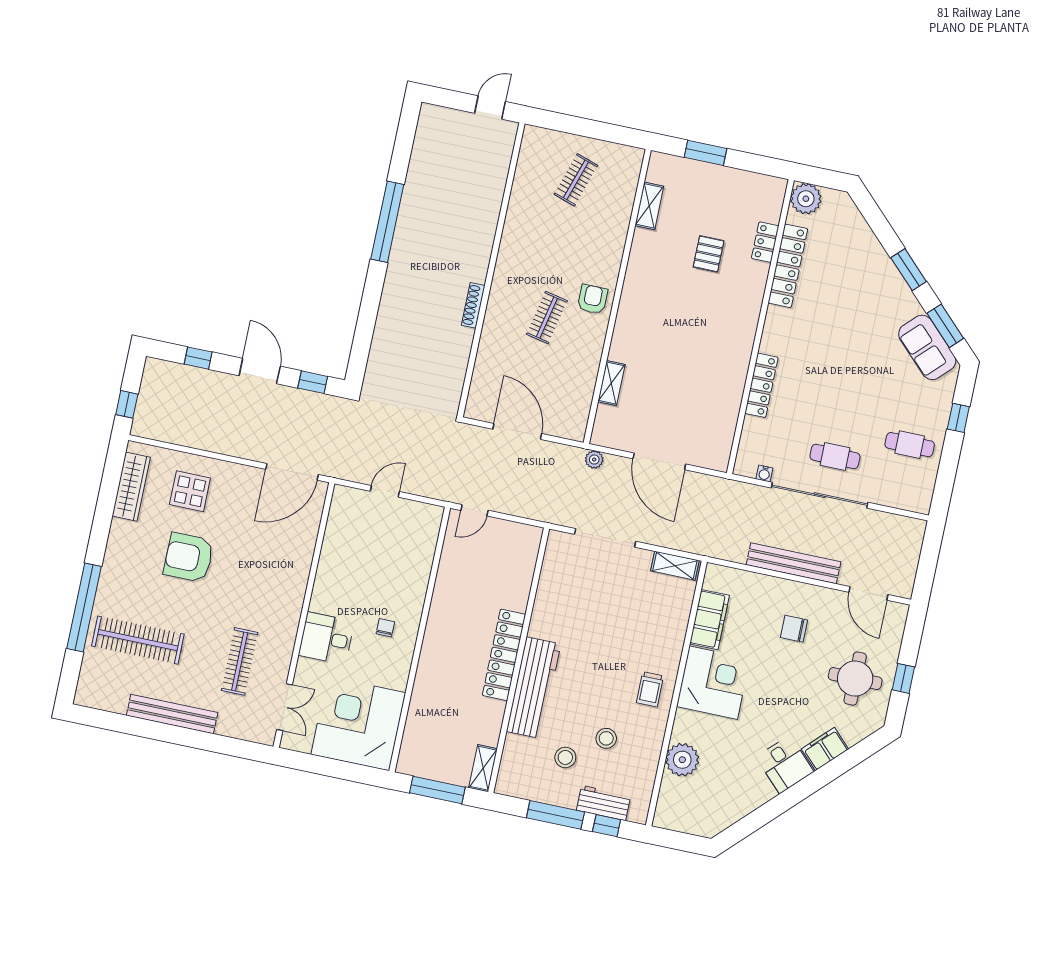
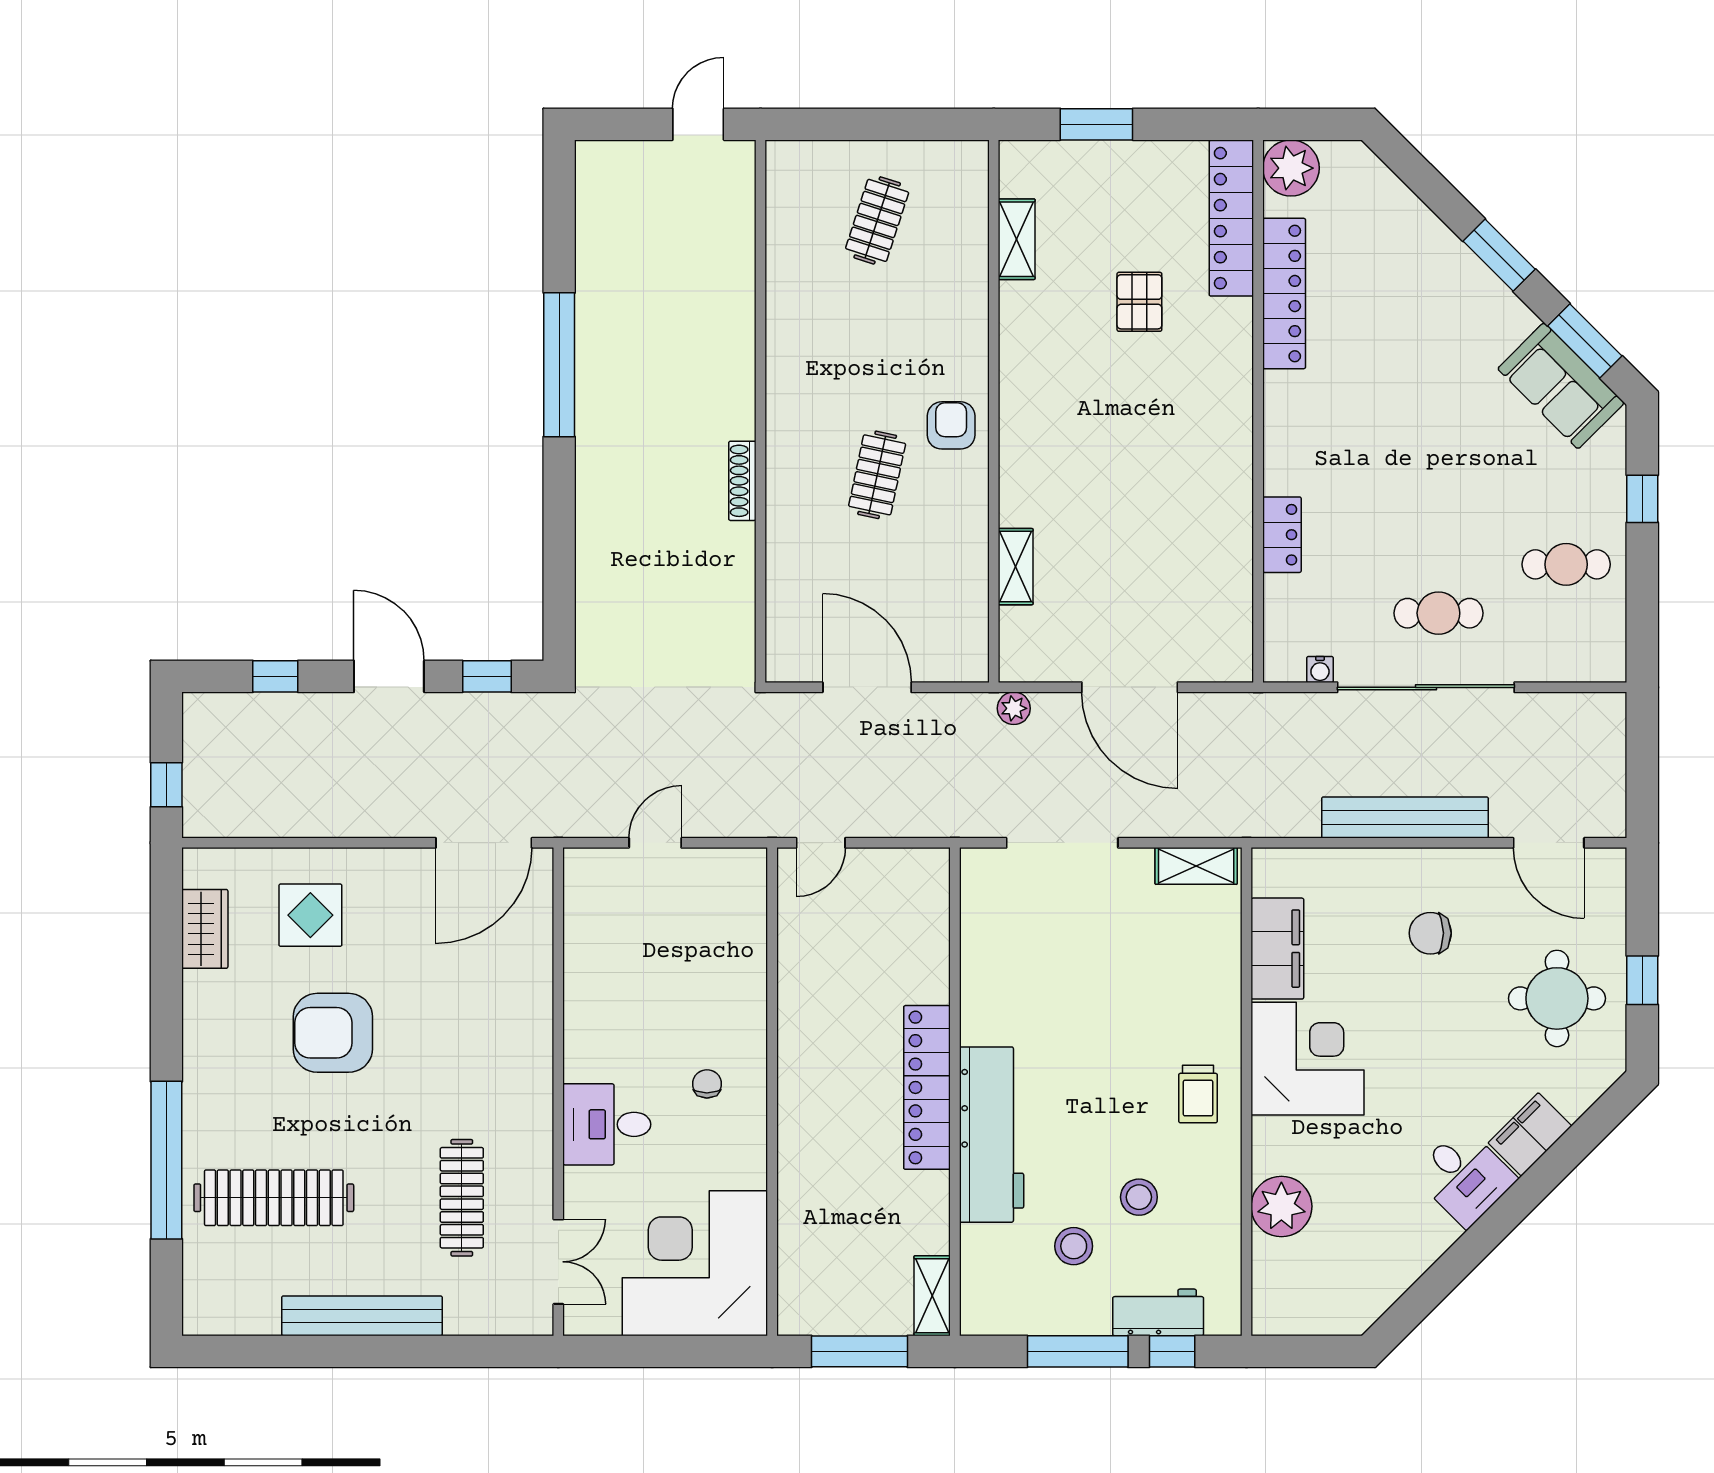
locker: (765, 242) -> (1231, 218), width x2.16, depth x1.21
locker: (761, 385) -> (1282, 535), width x0.66
wardrobe: (131, 487) -> (205, 929), width x0.67

